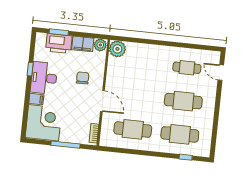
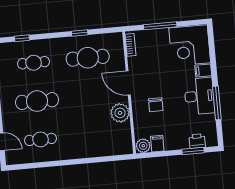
printer: (59, 43) -> (197, 141), width x0.53, depth x0.68
filing cabinet: (83, 44) -> (157, 144), width x0.50
plant: (117, 49) -> (120, 113), moved
window: (30, 69) -> (217, 103), width x2.17
cafe table: (180, 134) -> (34, 63), width x0.73, depth x0.74
window: (136, 152) -> (80, 33), added

